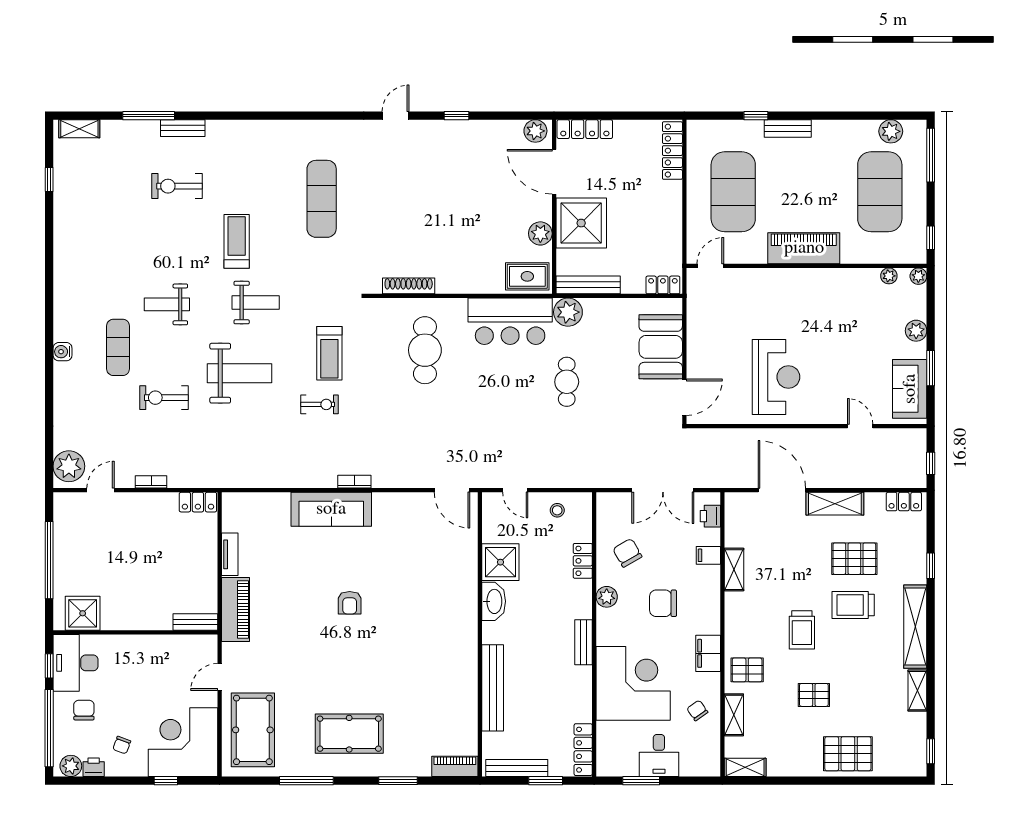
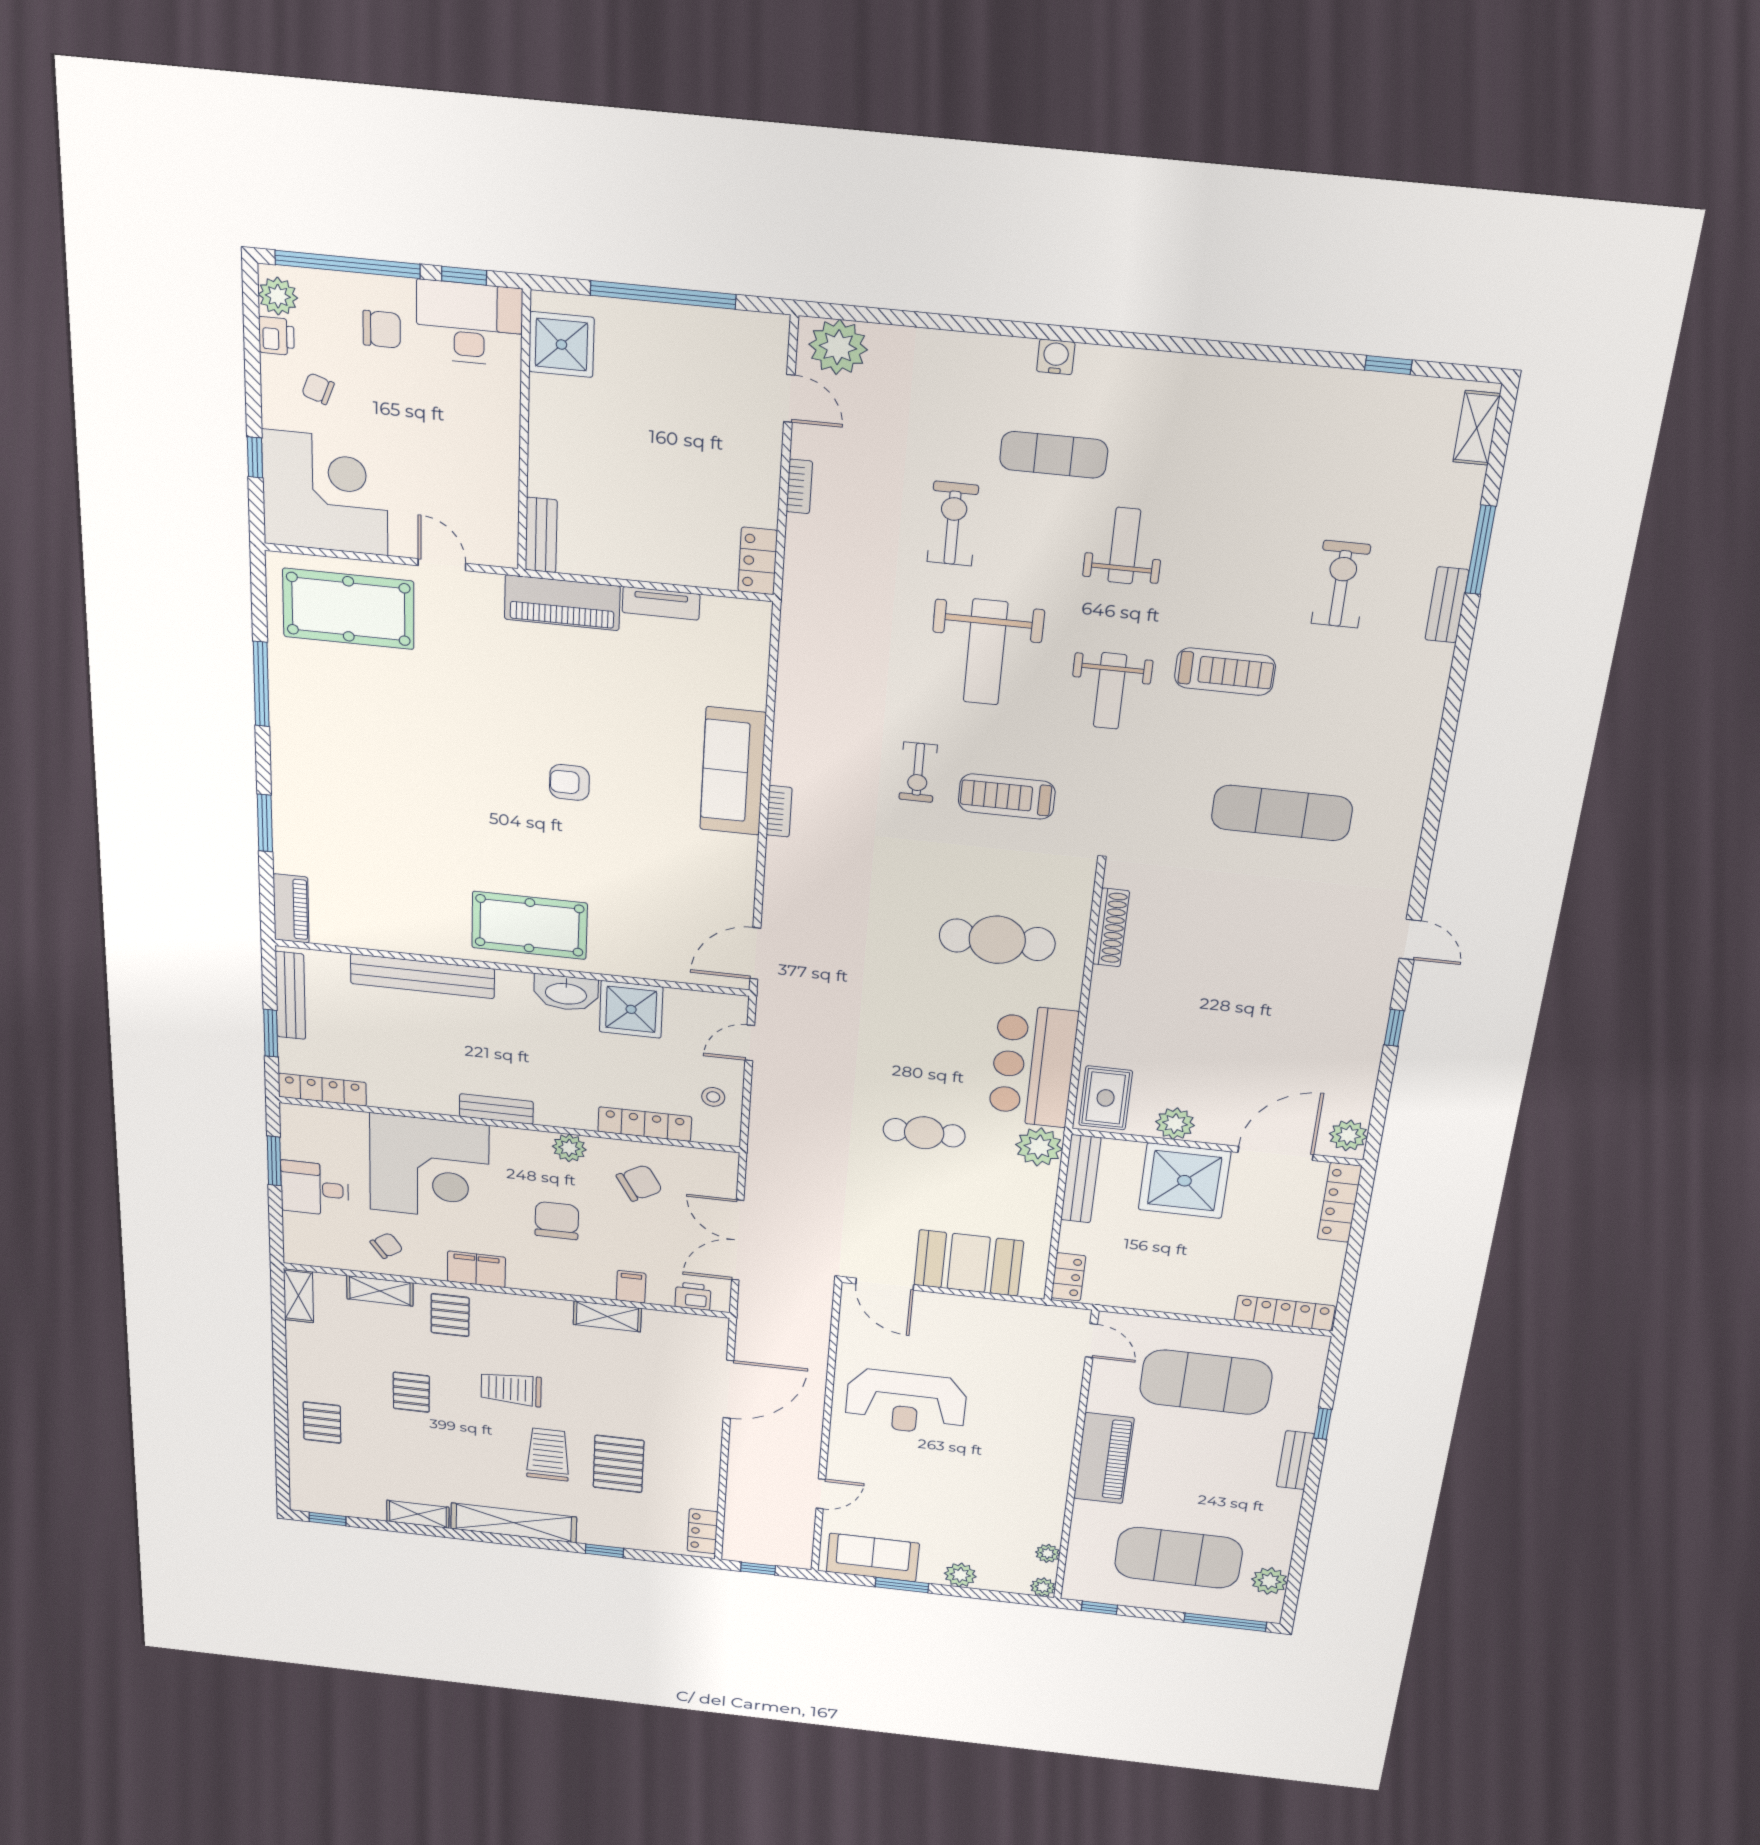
shelving: (835, 504) -> (704, 1450), removed
locker: (583, 561) -> (645, 1124), width x1.53
pool table: (349, 734) -> (529, 925), moved, turned 90
pallet: (848, 754) -> (322, 1423), width x0.67, depth x0.71

